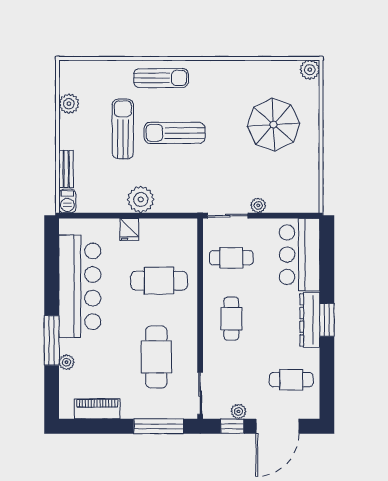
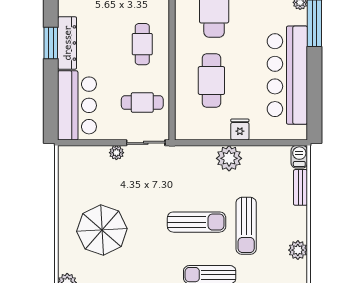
cafe table: (159, 281) -> (211, 81), turned 90

